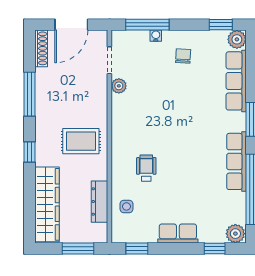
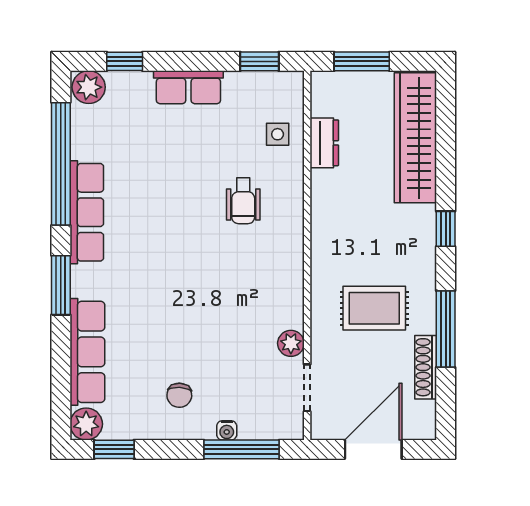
shoe rack: (41, 48) -> (426, 367), moved
rug: (81, 141) -> (374, 308), moved
dresser: (100, 202) -> (324, 143), width x0.70

